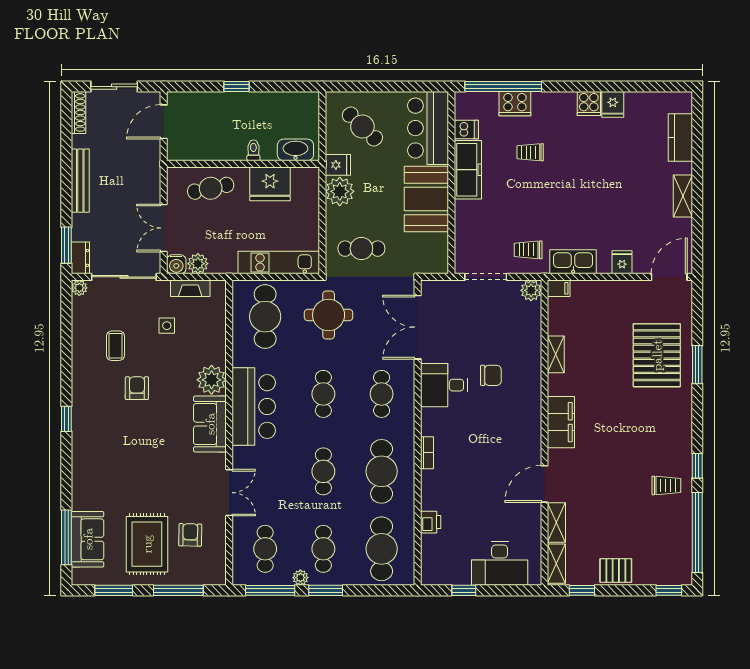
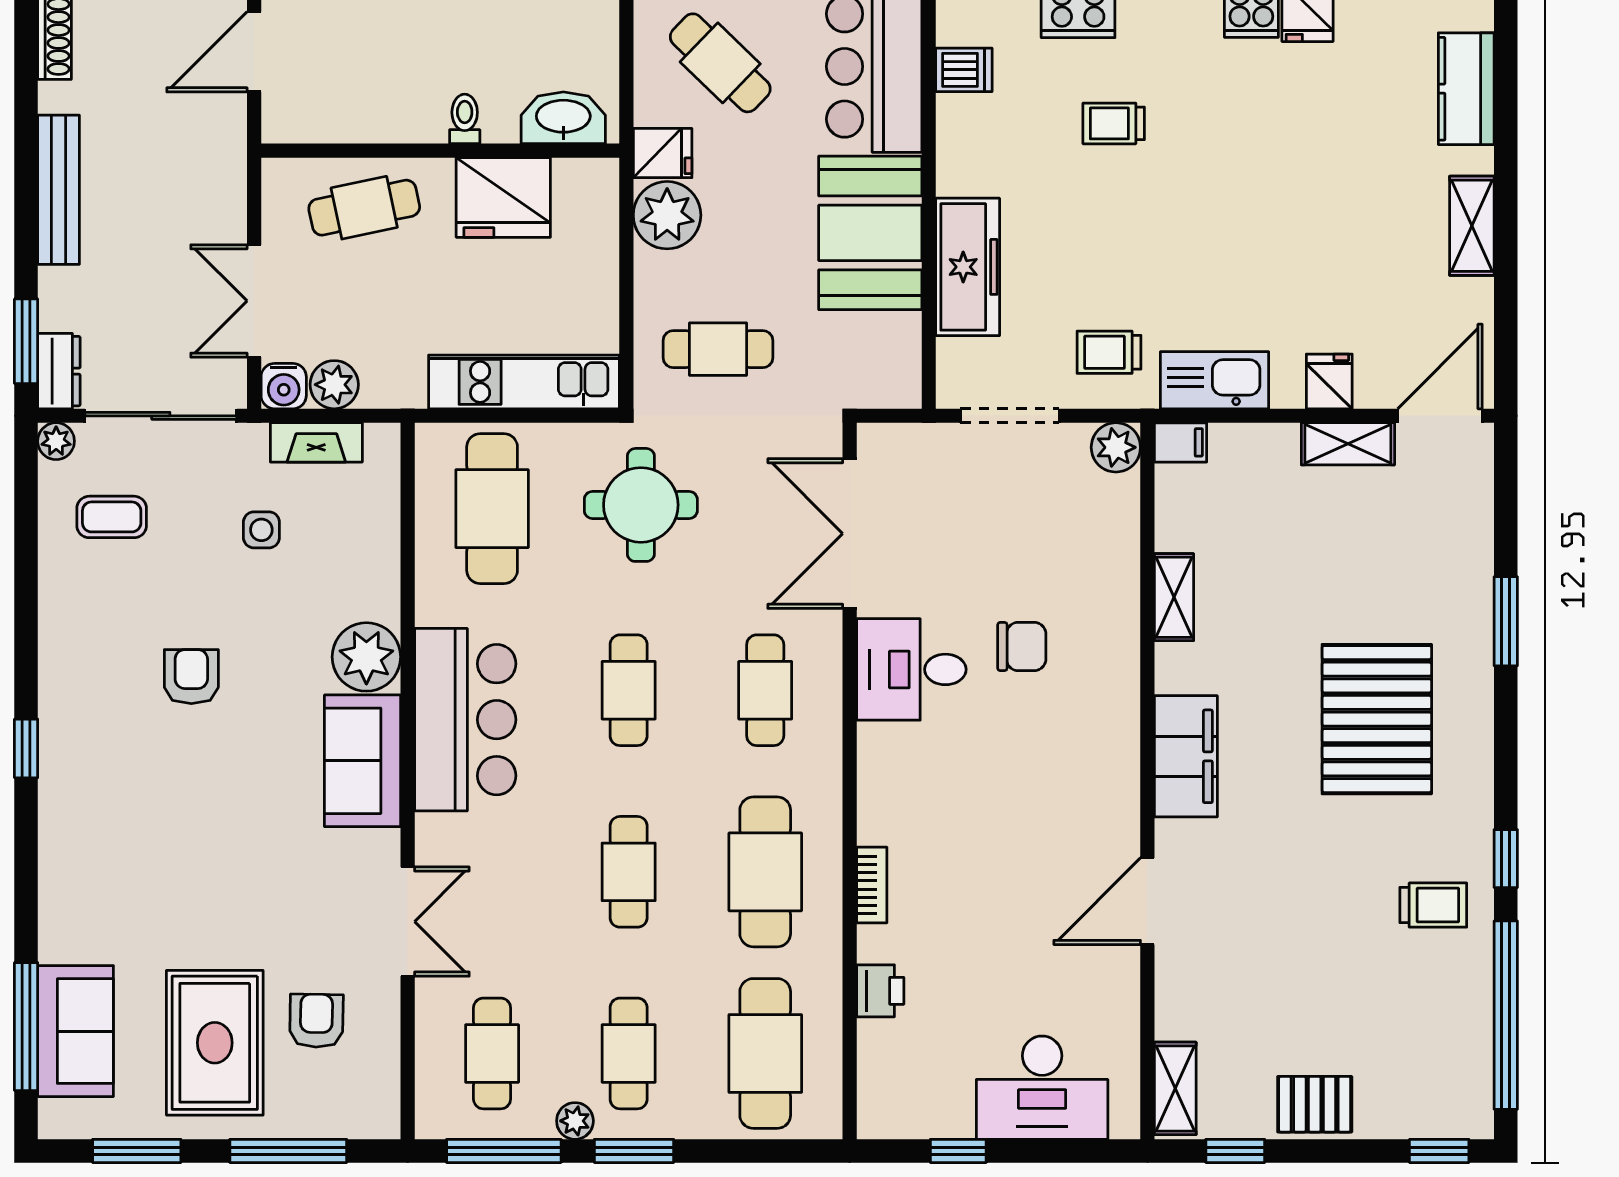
freezer: (468, 170) -> (968, 267), moved
coffee table: (115, 346) -> (112, 517), moved, turned 90
pallet: (657, 355) -> (1377, 719), moved
bookcase: (427, 453) -> (872, 885), moved
shelving: (556, 523) -> (1348, 444), moved, turned 90

